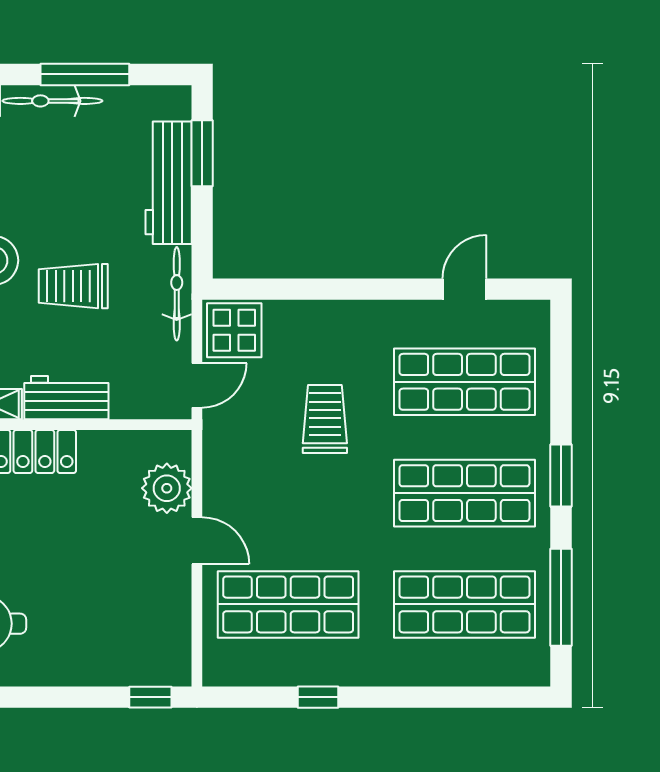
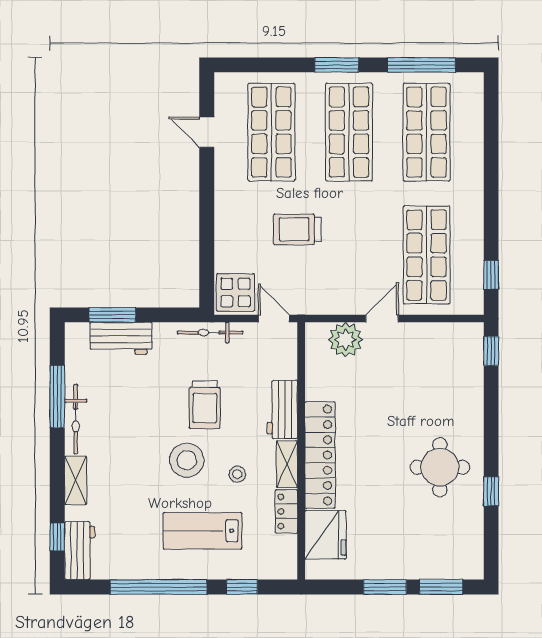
workbench: (169, 183) -> (121, 338), width x0.73
window: (318, 697) -> (491, 275), moved

